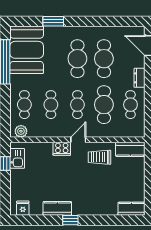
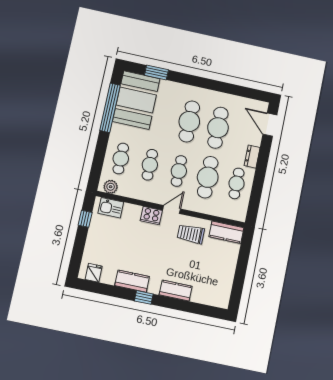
window: (53, 21) -> (156, 73), moved
kitchen sink: (17, 158) -> (111, 208), moved, turned 90
kitchen counter: (132, 209) -> (176, 291), moved

